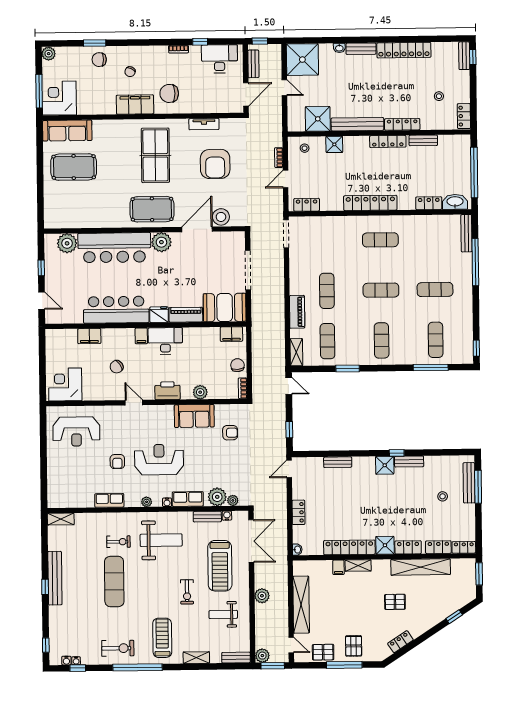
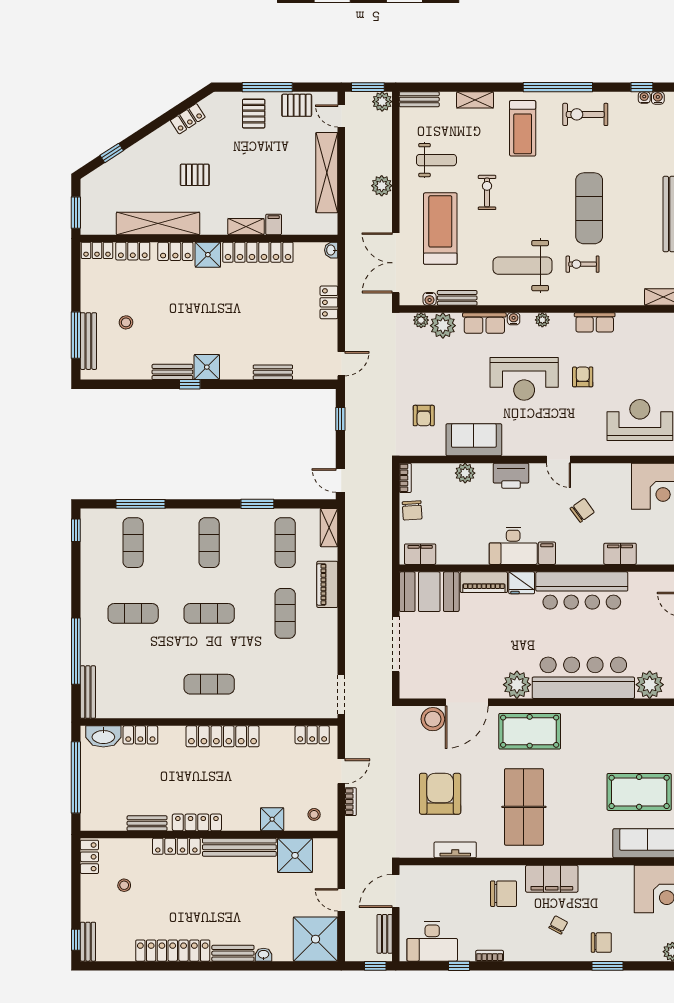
armchair: (230, 433) -> (424, 416), turned -90

